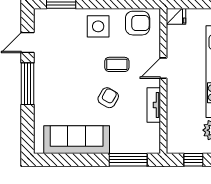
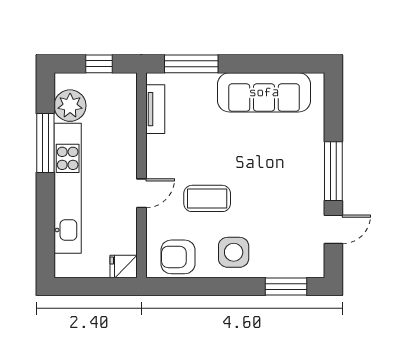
coffee table: (117, 64) -> (207, 198), width x1.36, depth x1.30
armchair: (108, 98) -> (219, 152), removed
tv unit: (154, 105) -> (155, 109), moved

